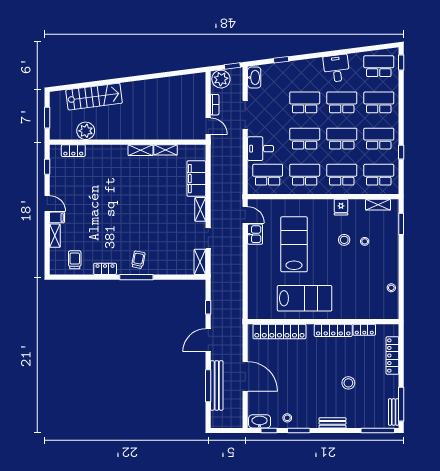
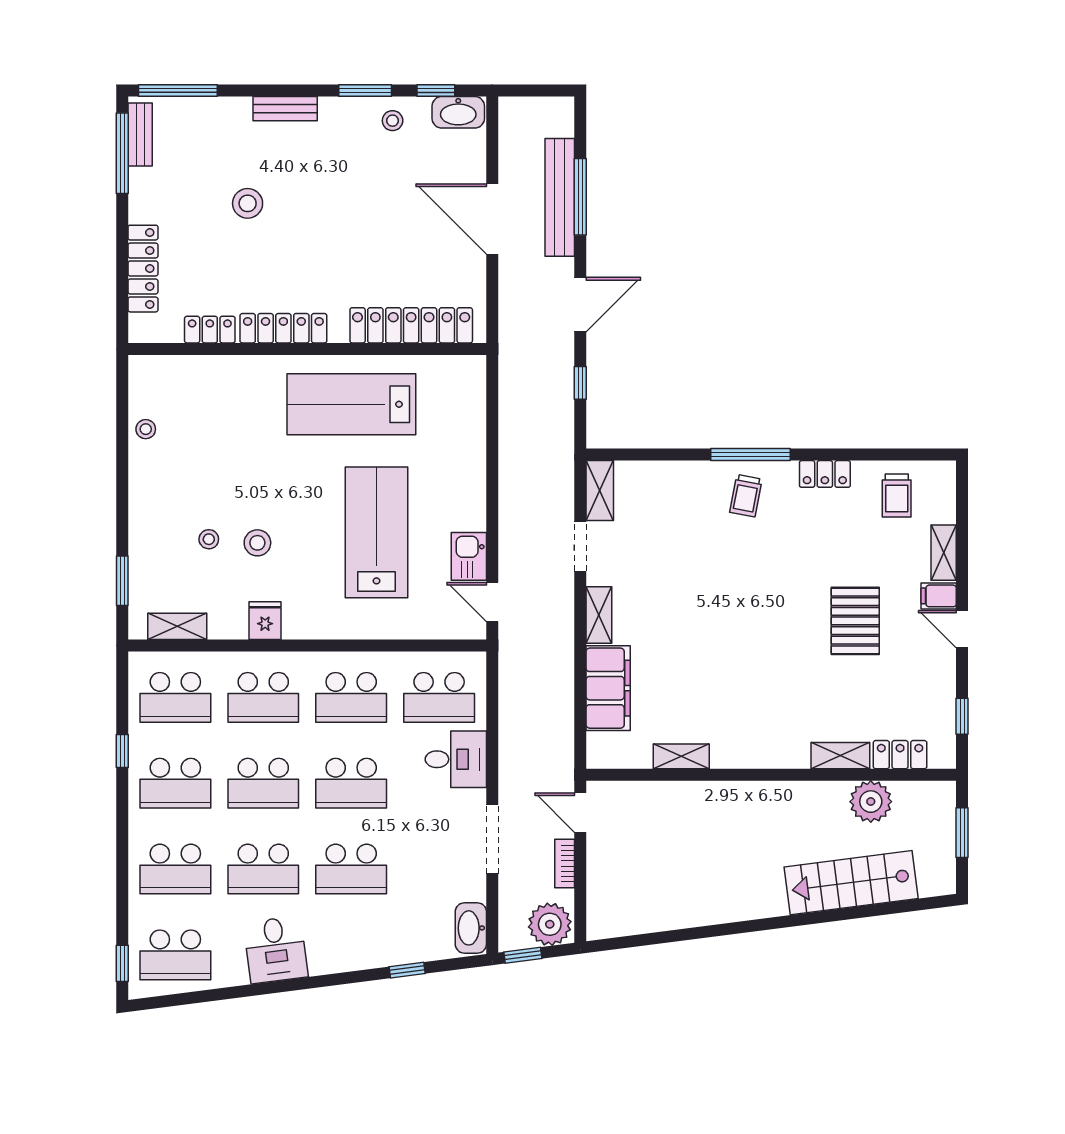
shelving: (140, 150) -> (840, 756), moved
pallet: (92, 207) -> (855, 621), added
lab bench: (294, 244) -> (376, 532), turned 180

